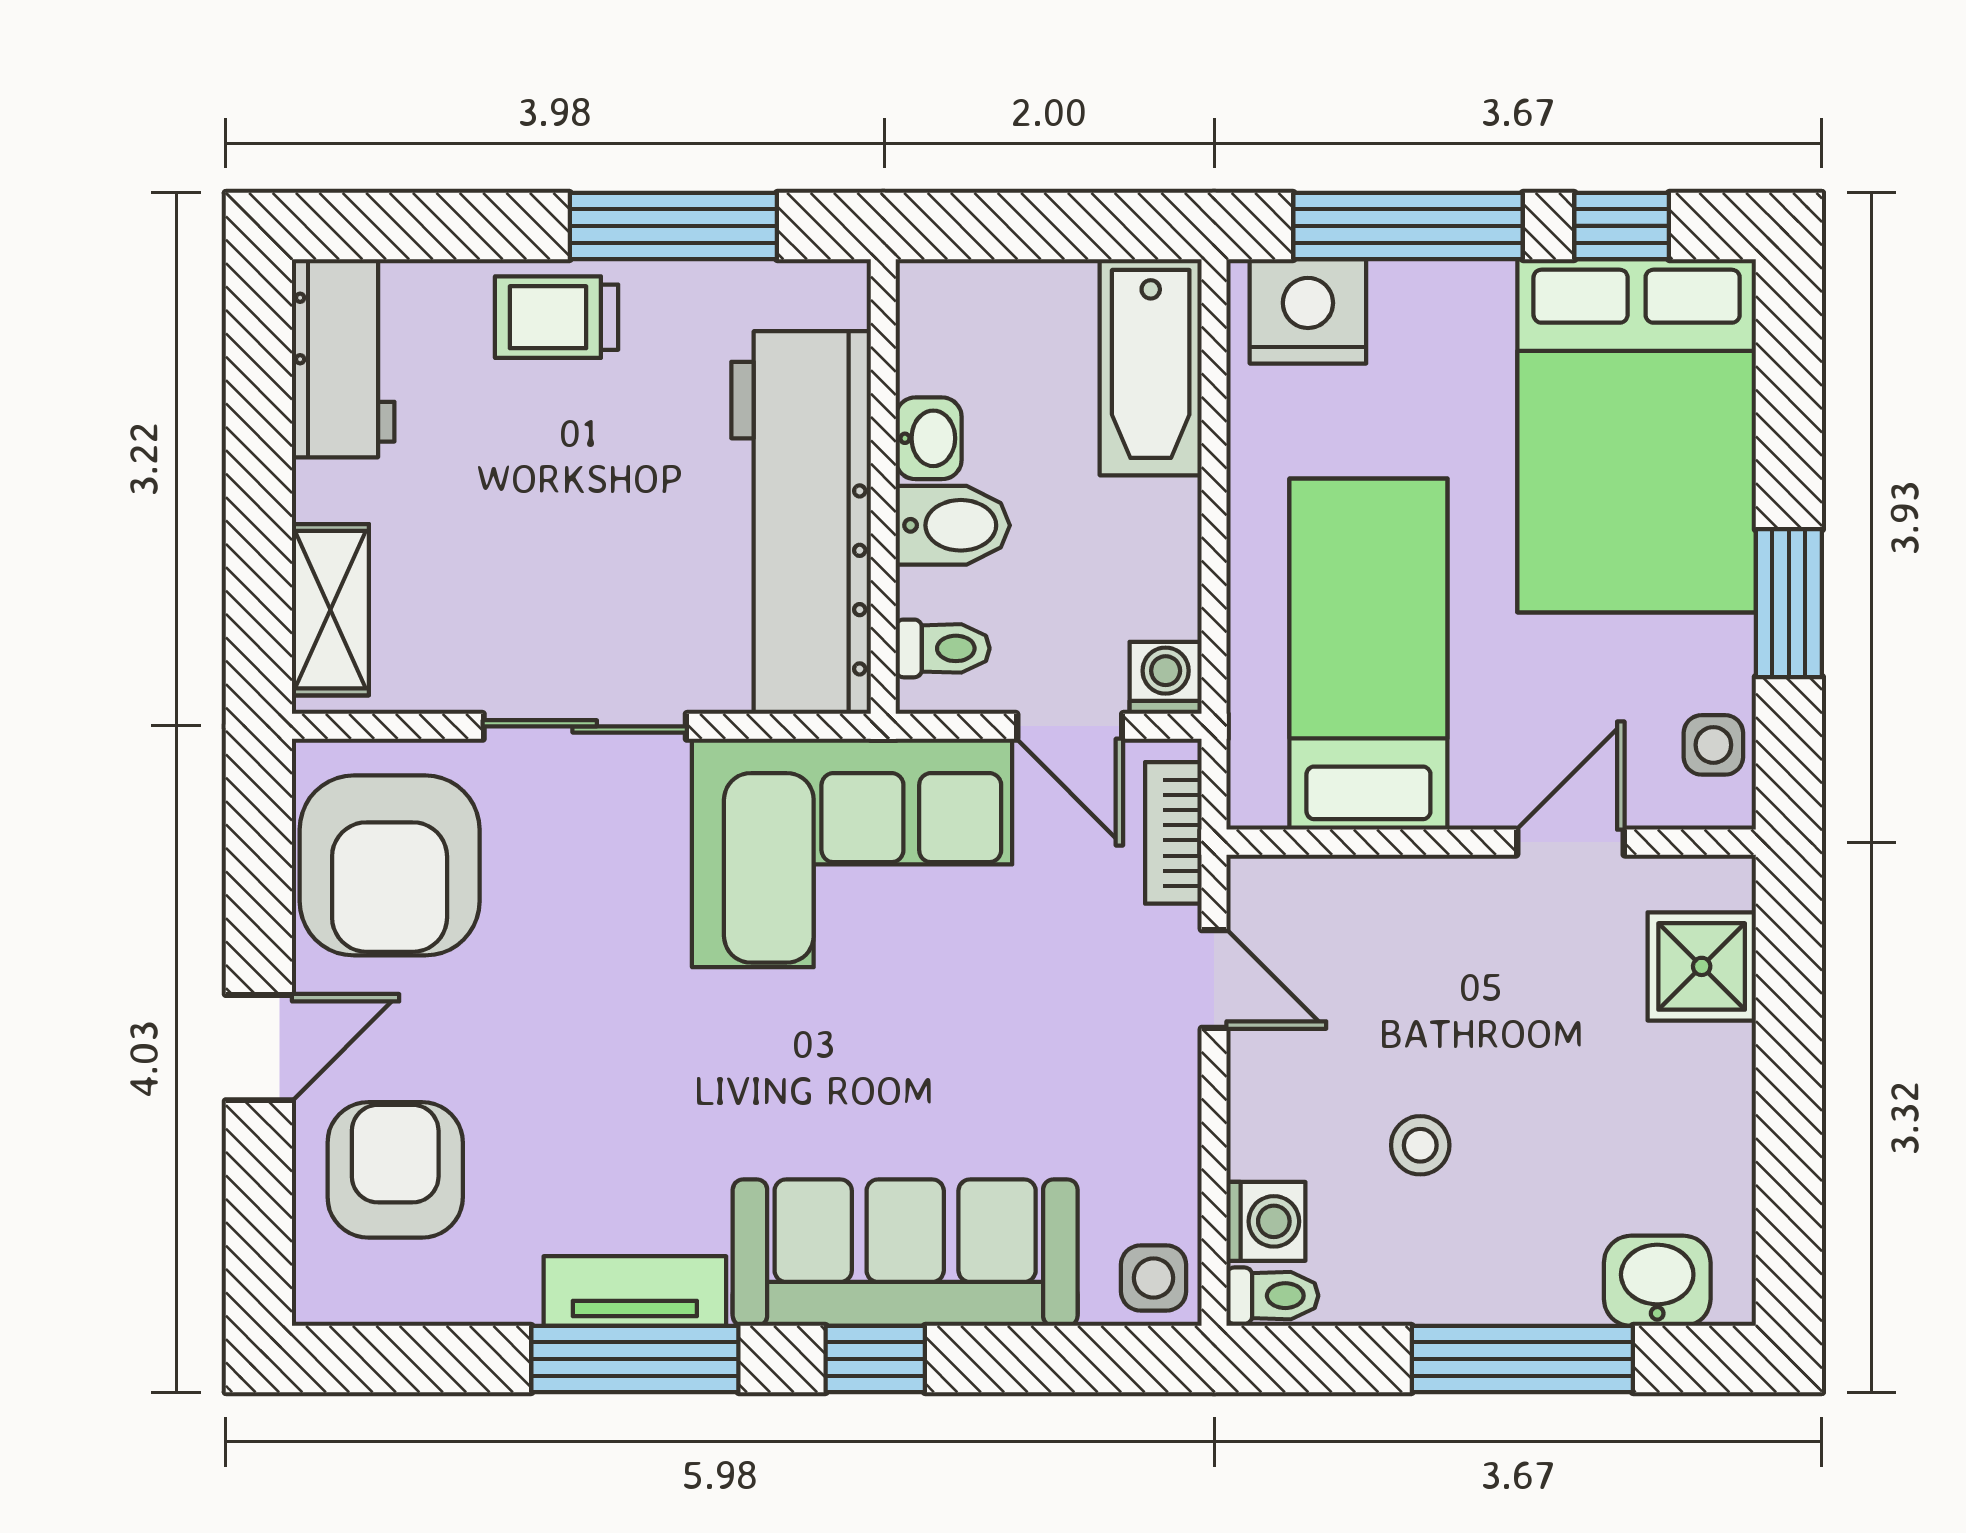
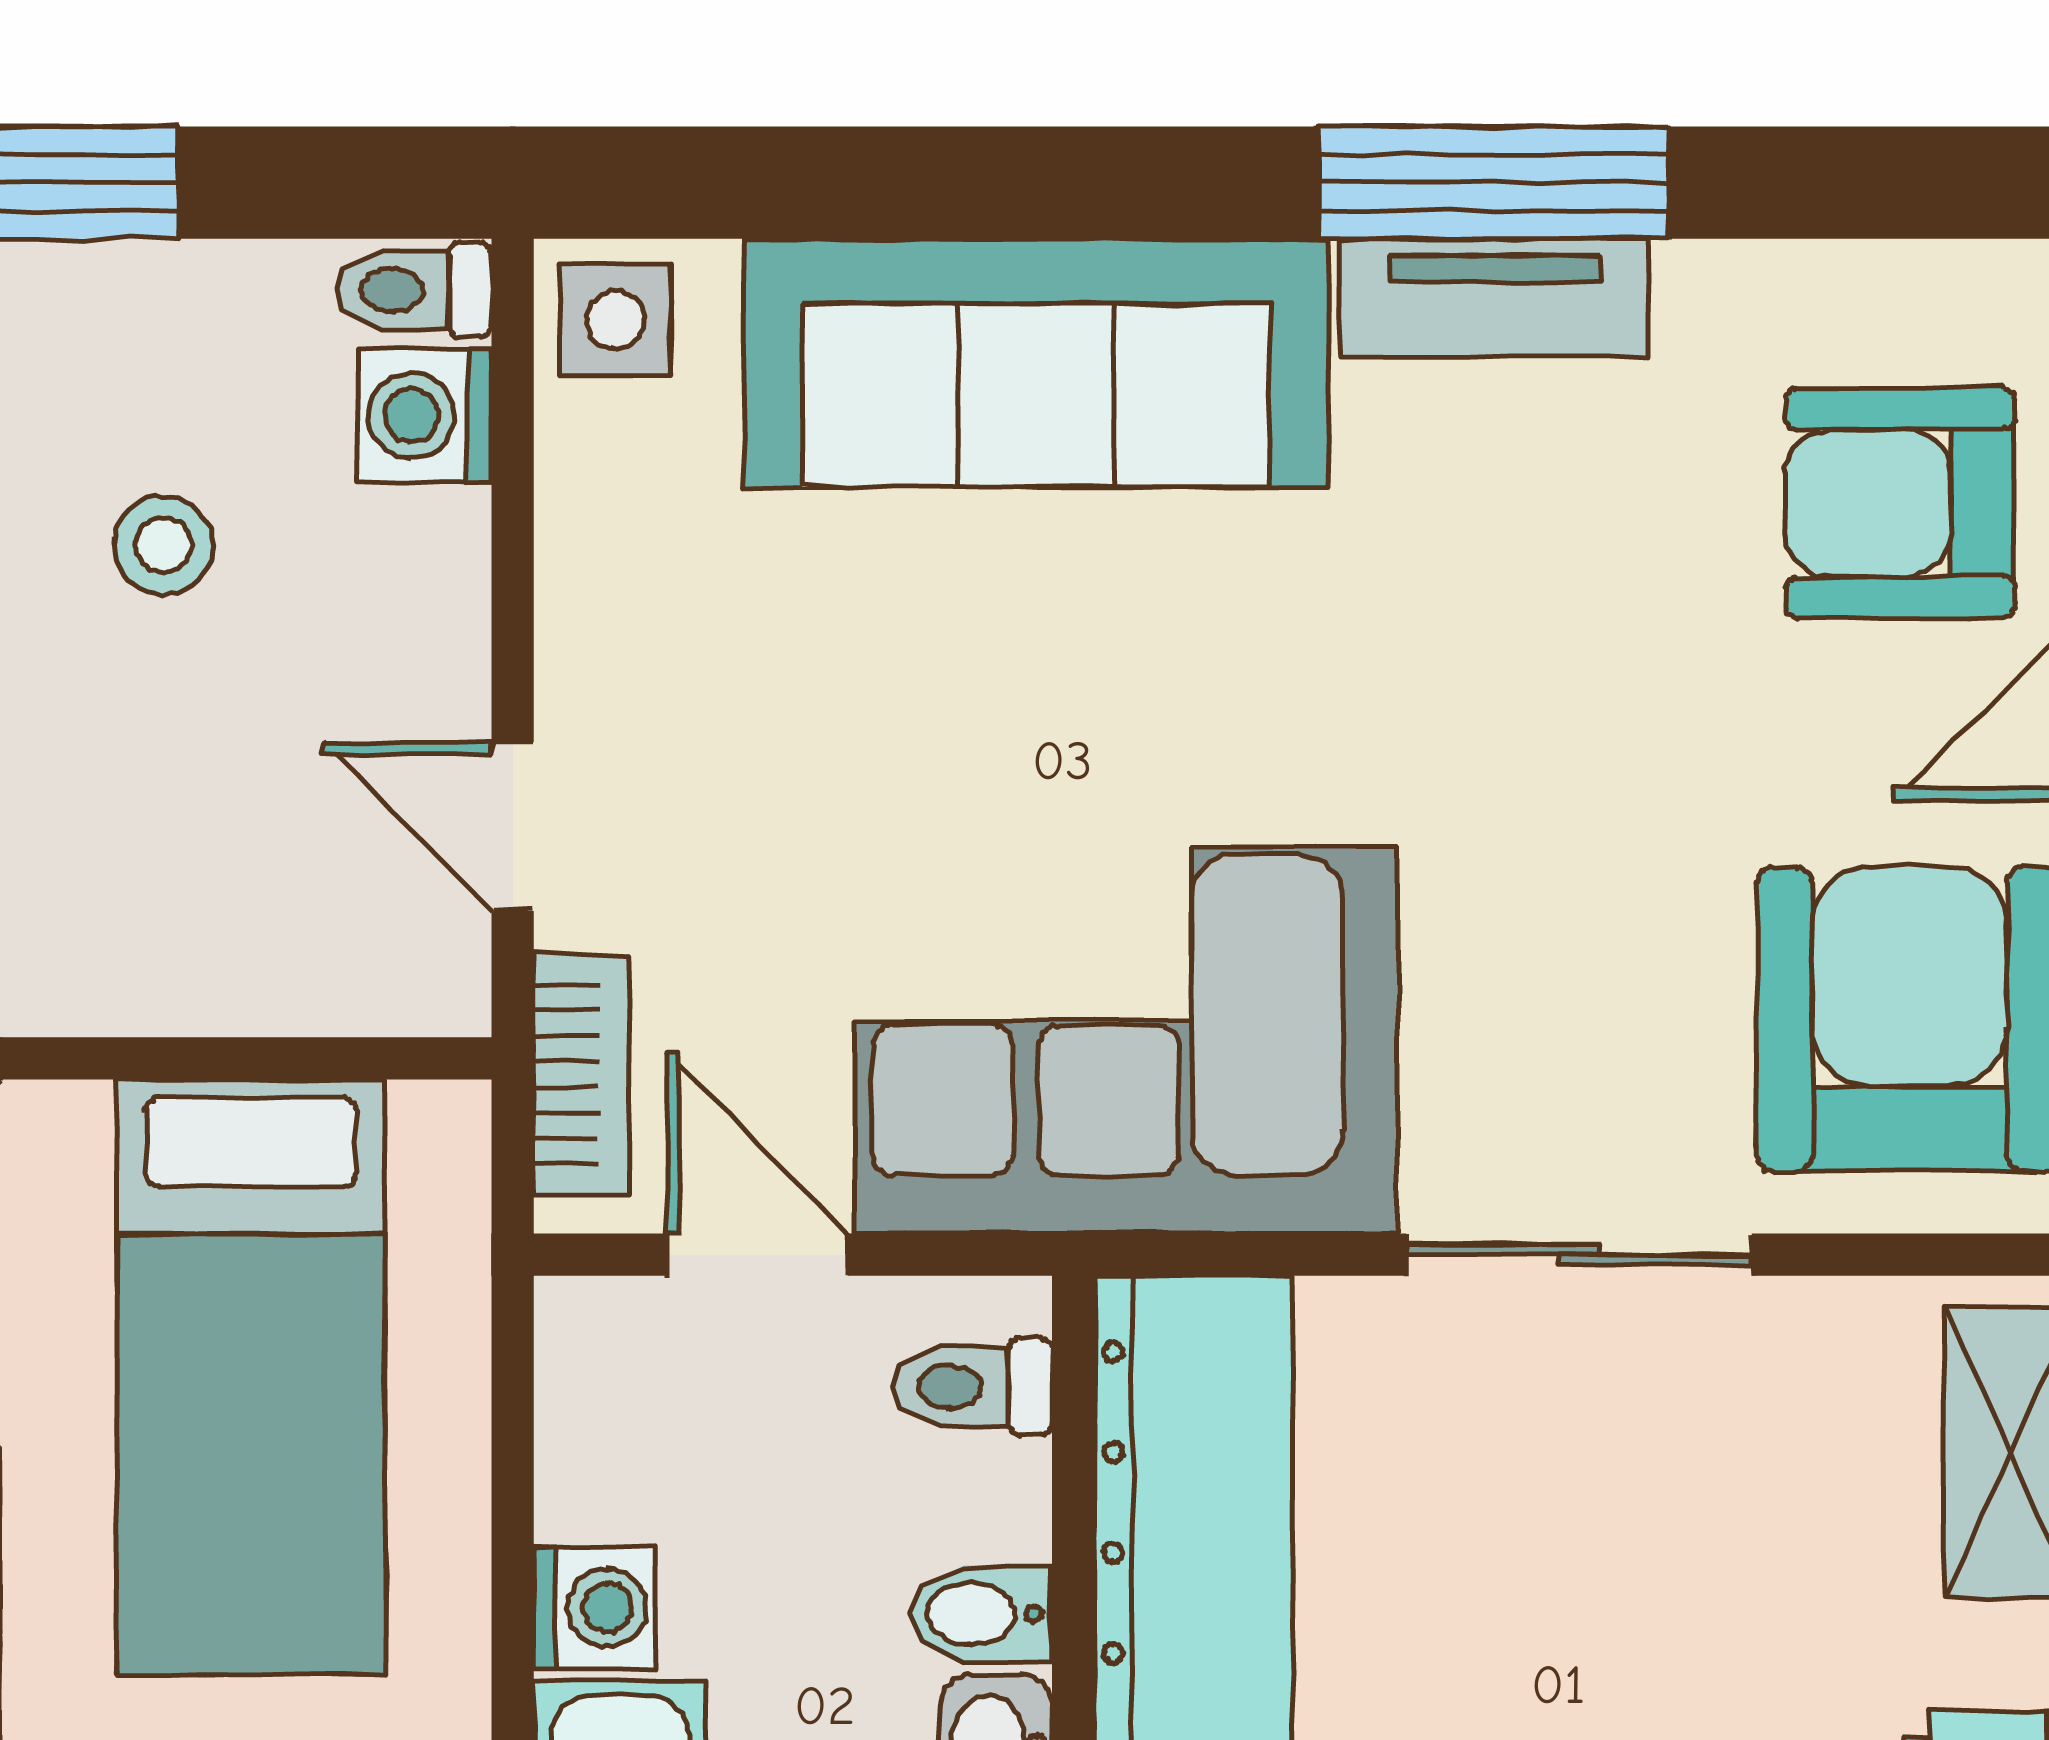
bidet: (953, 525) -> (981, 1614), width x0.72, depth x0.74
washing machine: (1166, 678) -> (595, 1608), moved, turned -90
armchair: (395, 1170) -> (1900, 503), turned 90
window: (875, 1359) -> (1087, 183), removed

